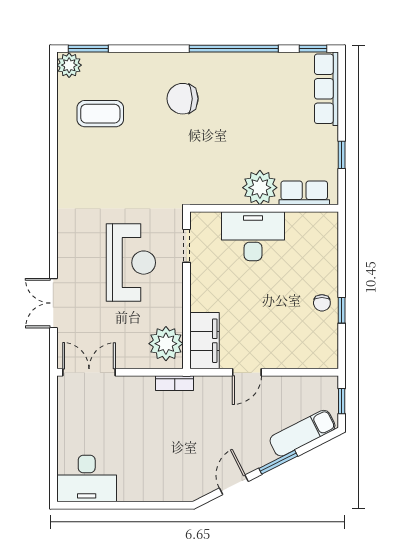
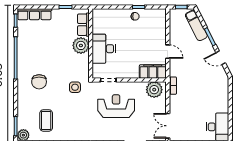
side table: (171, 175) -> (75, 87), added

